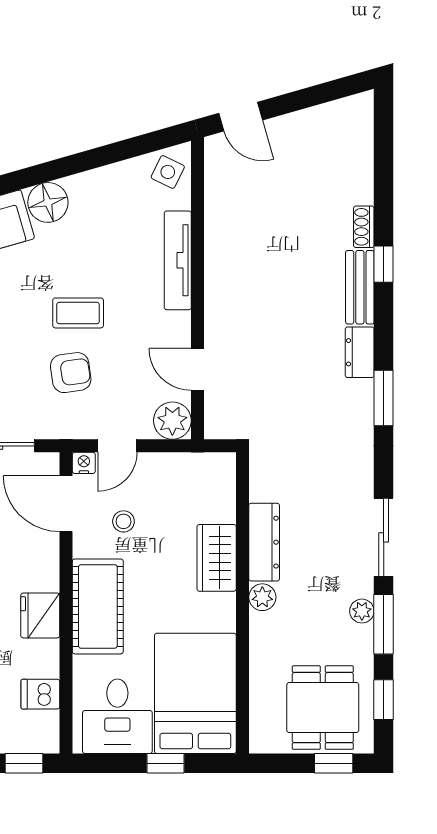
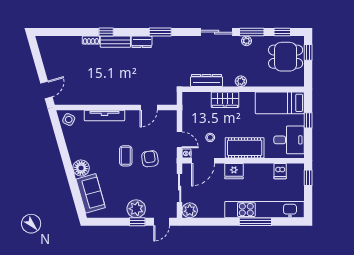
plant: (172, 421) -> (169, 118), removed
dresser: (264, 542) -> (207, 80), moved
fridge: (40, 615) -> (234, 171), moved
bed: (195, 693) -> (280, 103), width x0.67

